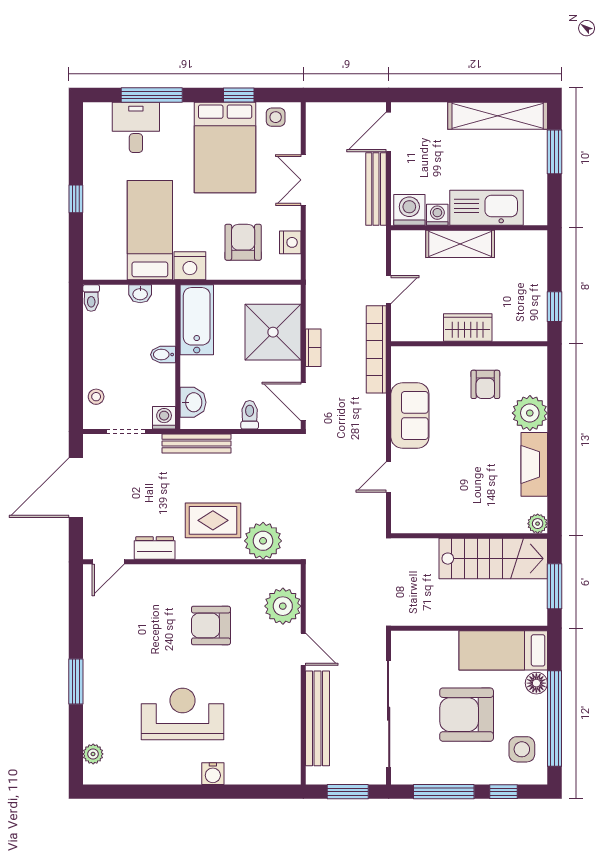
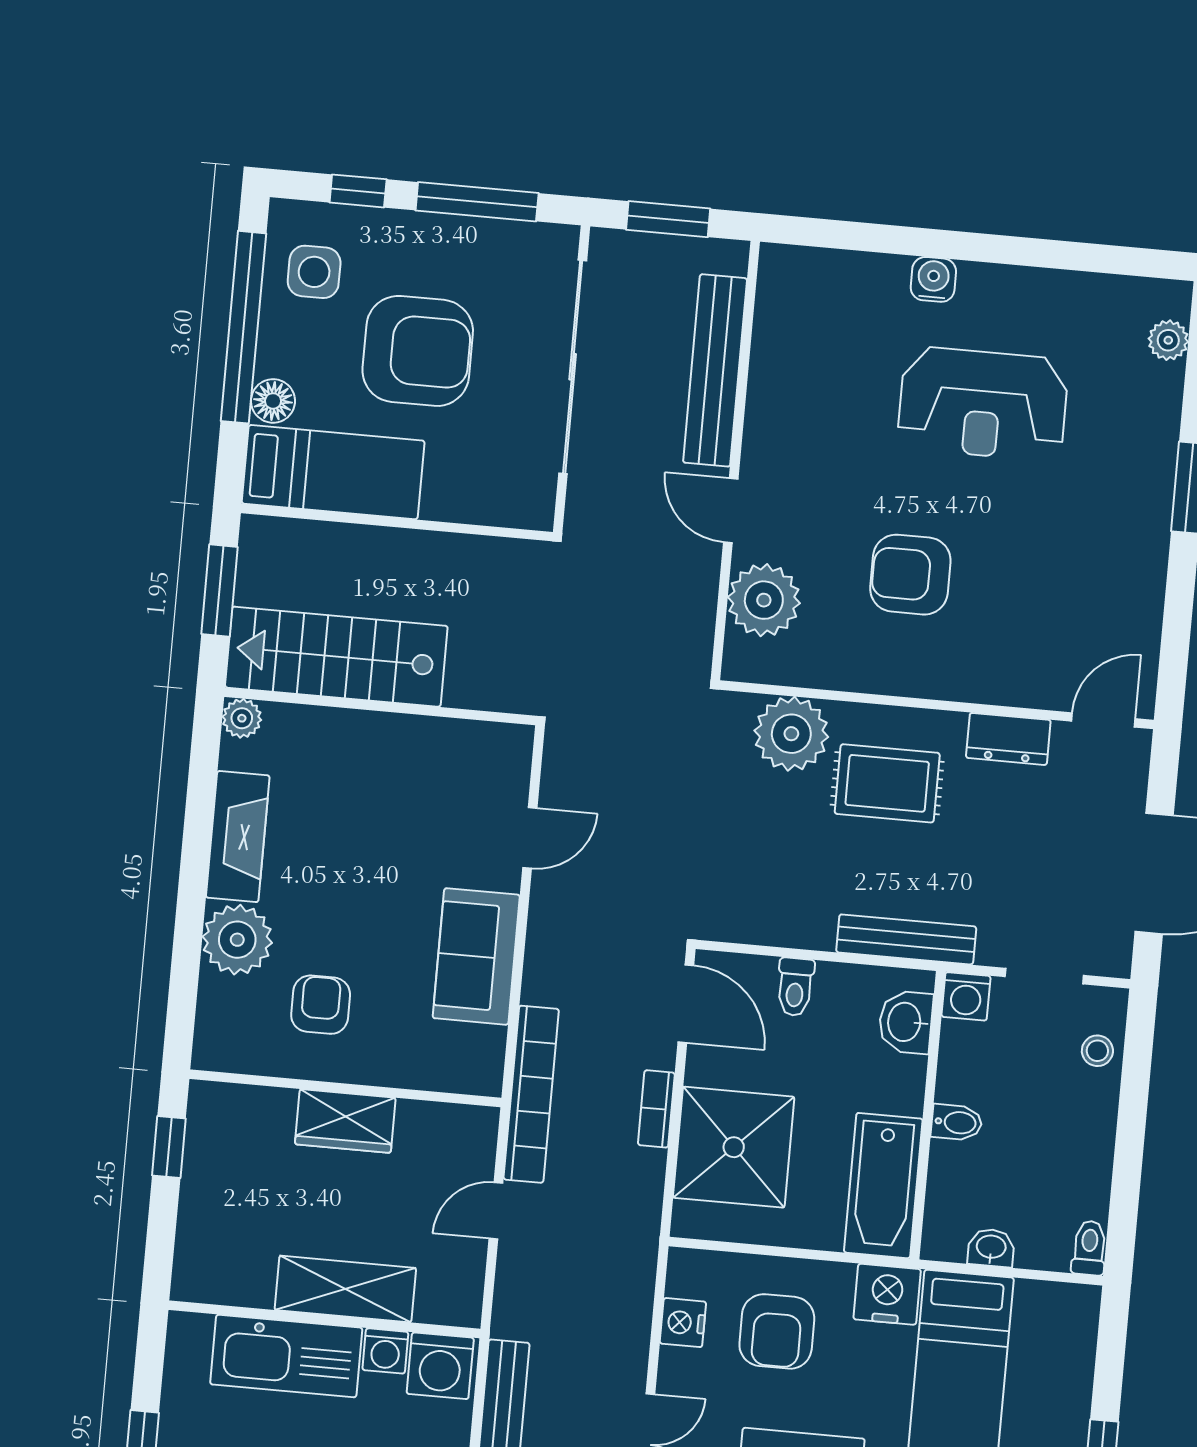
armchair: (211, 625) -> (910, 575), turned 180

